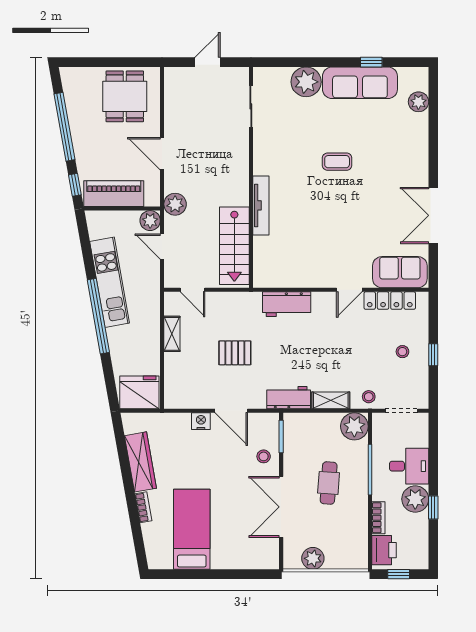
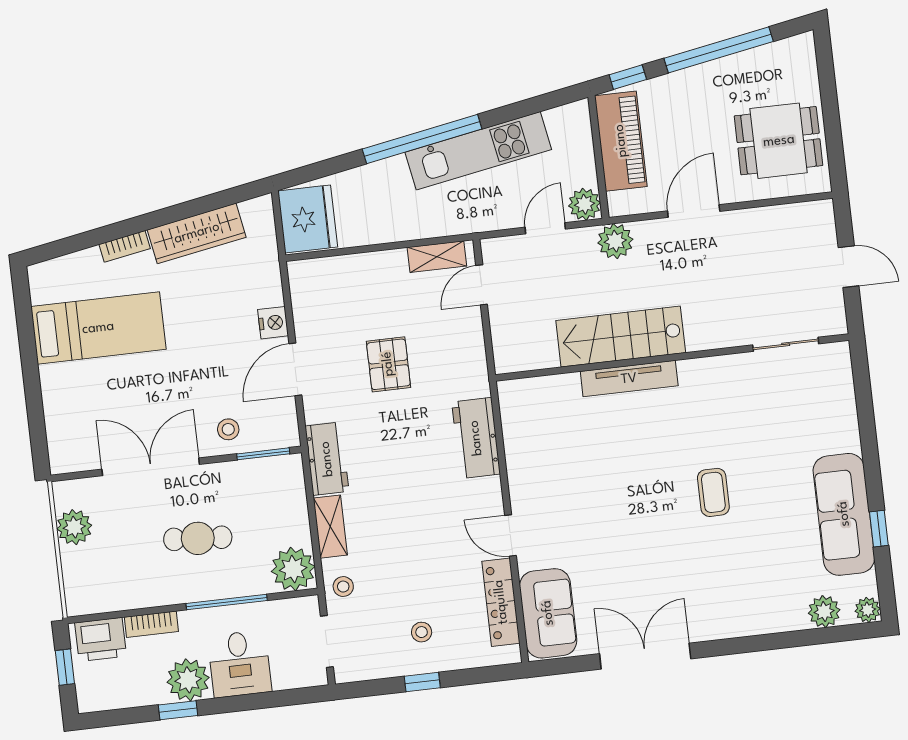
plant: (306, 82) -> (868, 610), moved, width x0.53, depth x0.53
stairs: (234, 246) -> (621, 337), moved
shelving: (172, 334) -> (437, 257), moved

